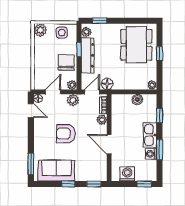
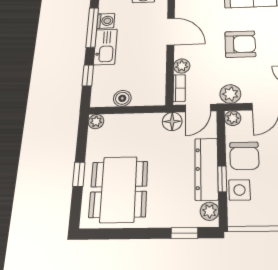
side table: (62, 33) -> (239, 190), moved
window: (159, 149) -> (92, 27), width x1.44

